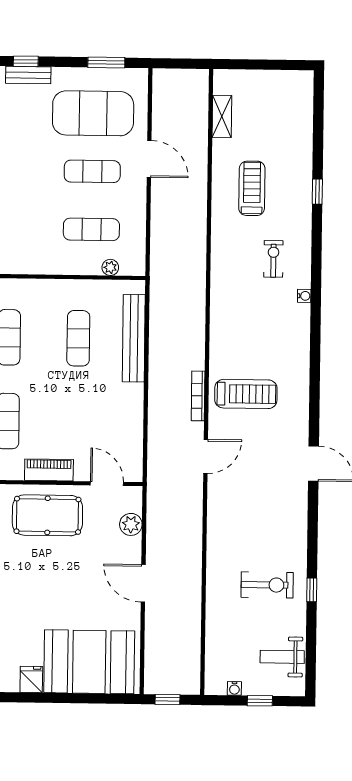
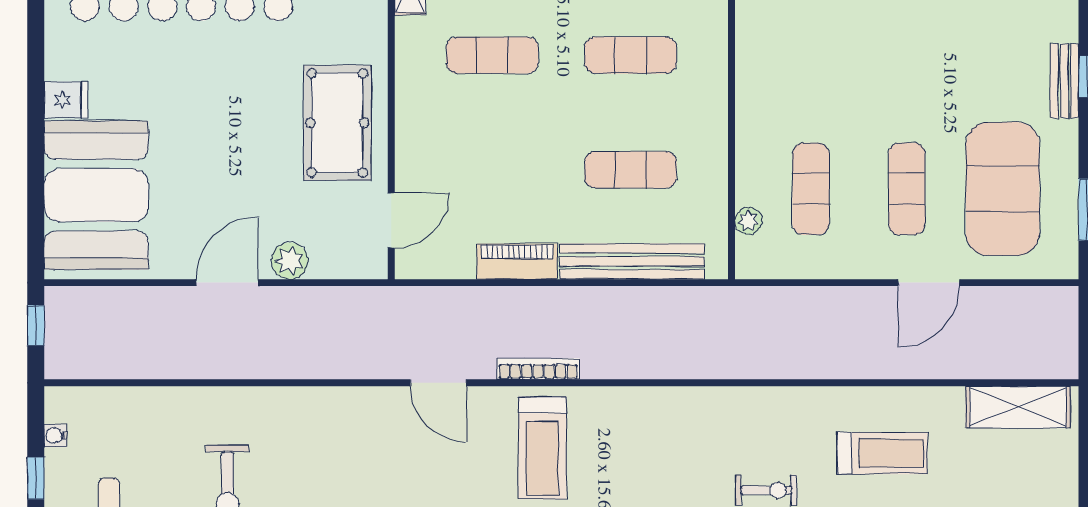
shelving: (222, 116) -> (1018, 407), width x1.50, depth x1.33
piano: (49, 470) -> (517, 261), moved, turned -90
plant: (131, 524) -> (290, 261), moved

